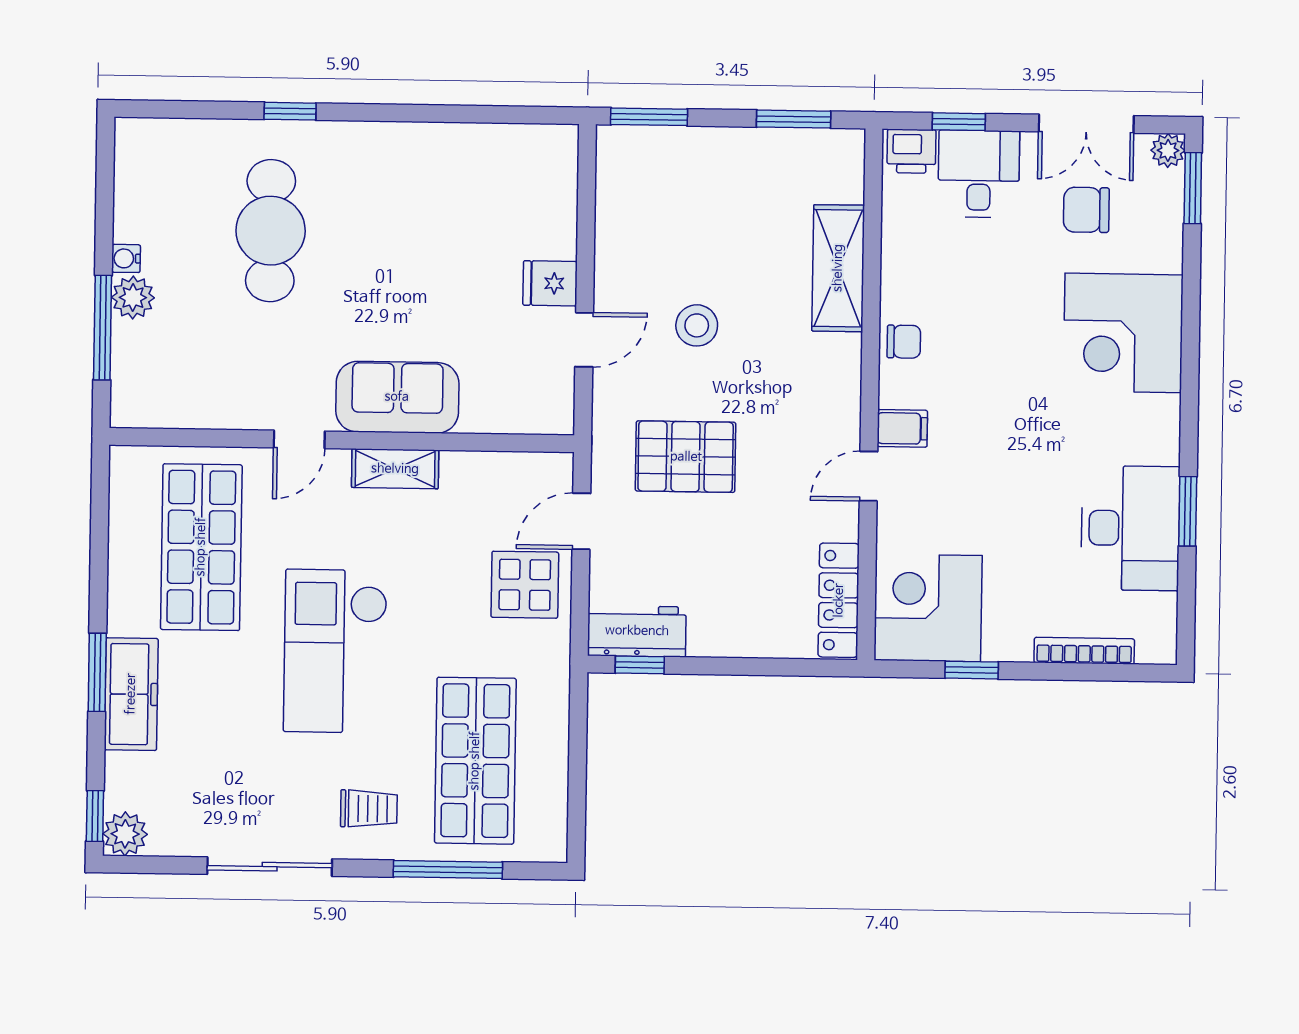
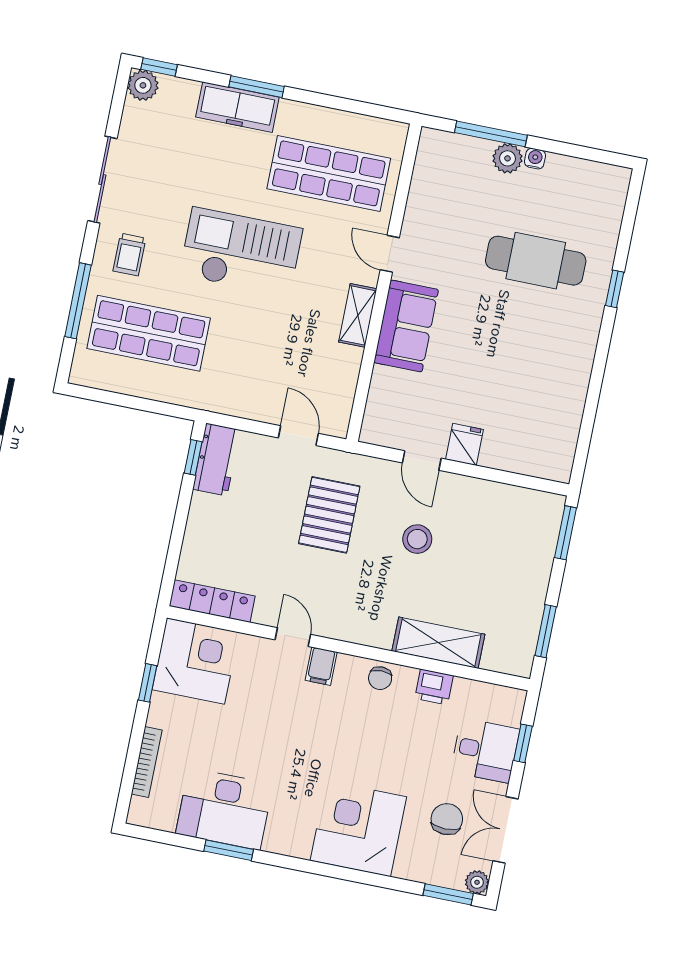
printer: (911, 151) -> (434, 687), moved, turned -90
display table: (525, 585) -> (262, 389), removed

